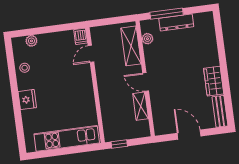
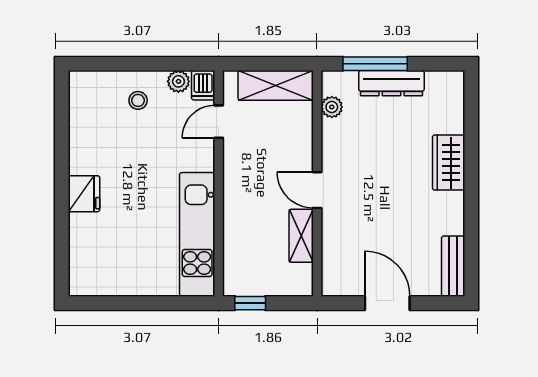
plant: (31, 41) -> (178, 81), moved
shelving: (131, 46) -> (276, 85), moved, turned 90
stool: (25, 68) -> (138, 100), moved
wardrobe: (214, 81) -> (449, 163), moved
kitchen unit: (67, 138) -> (197, 234), moved, turned -90

